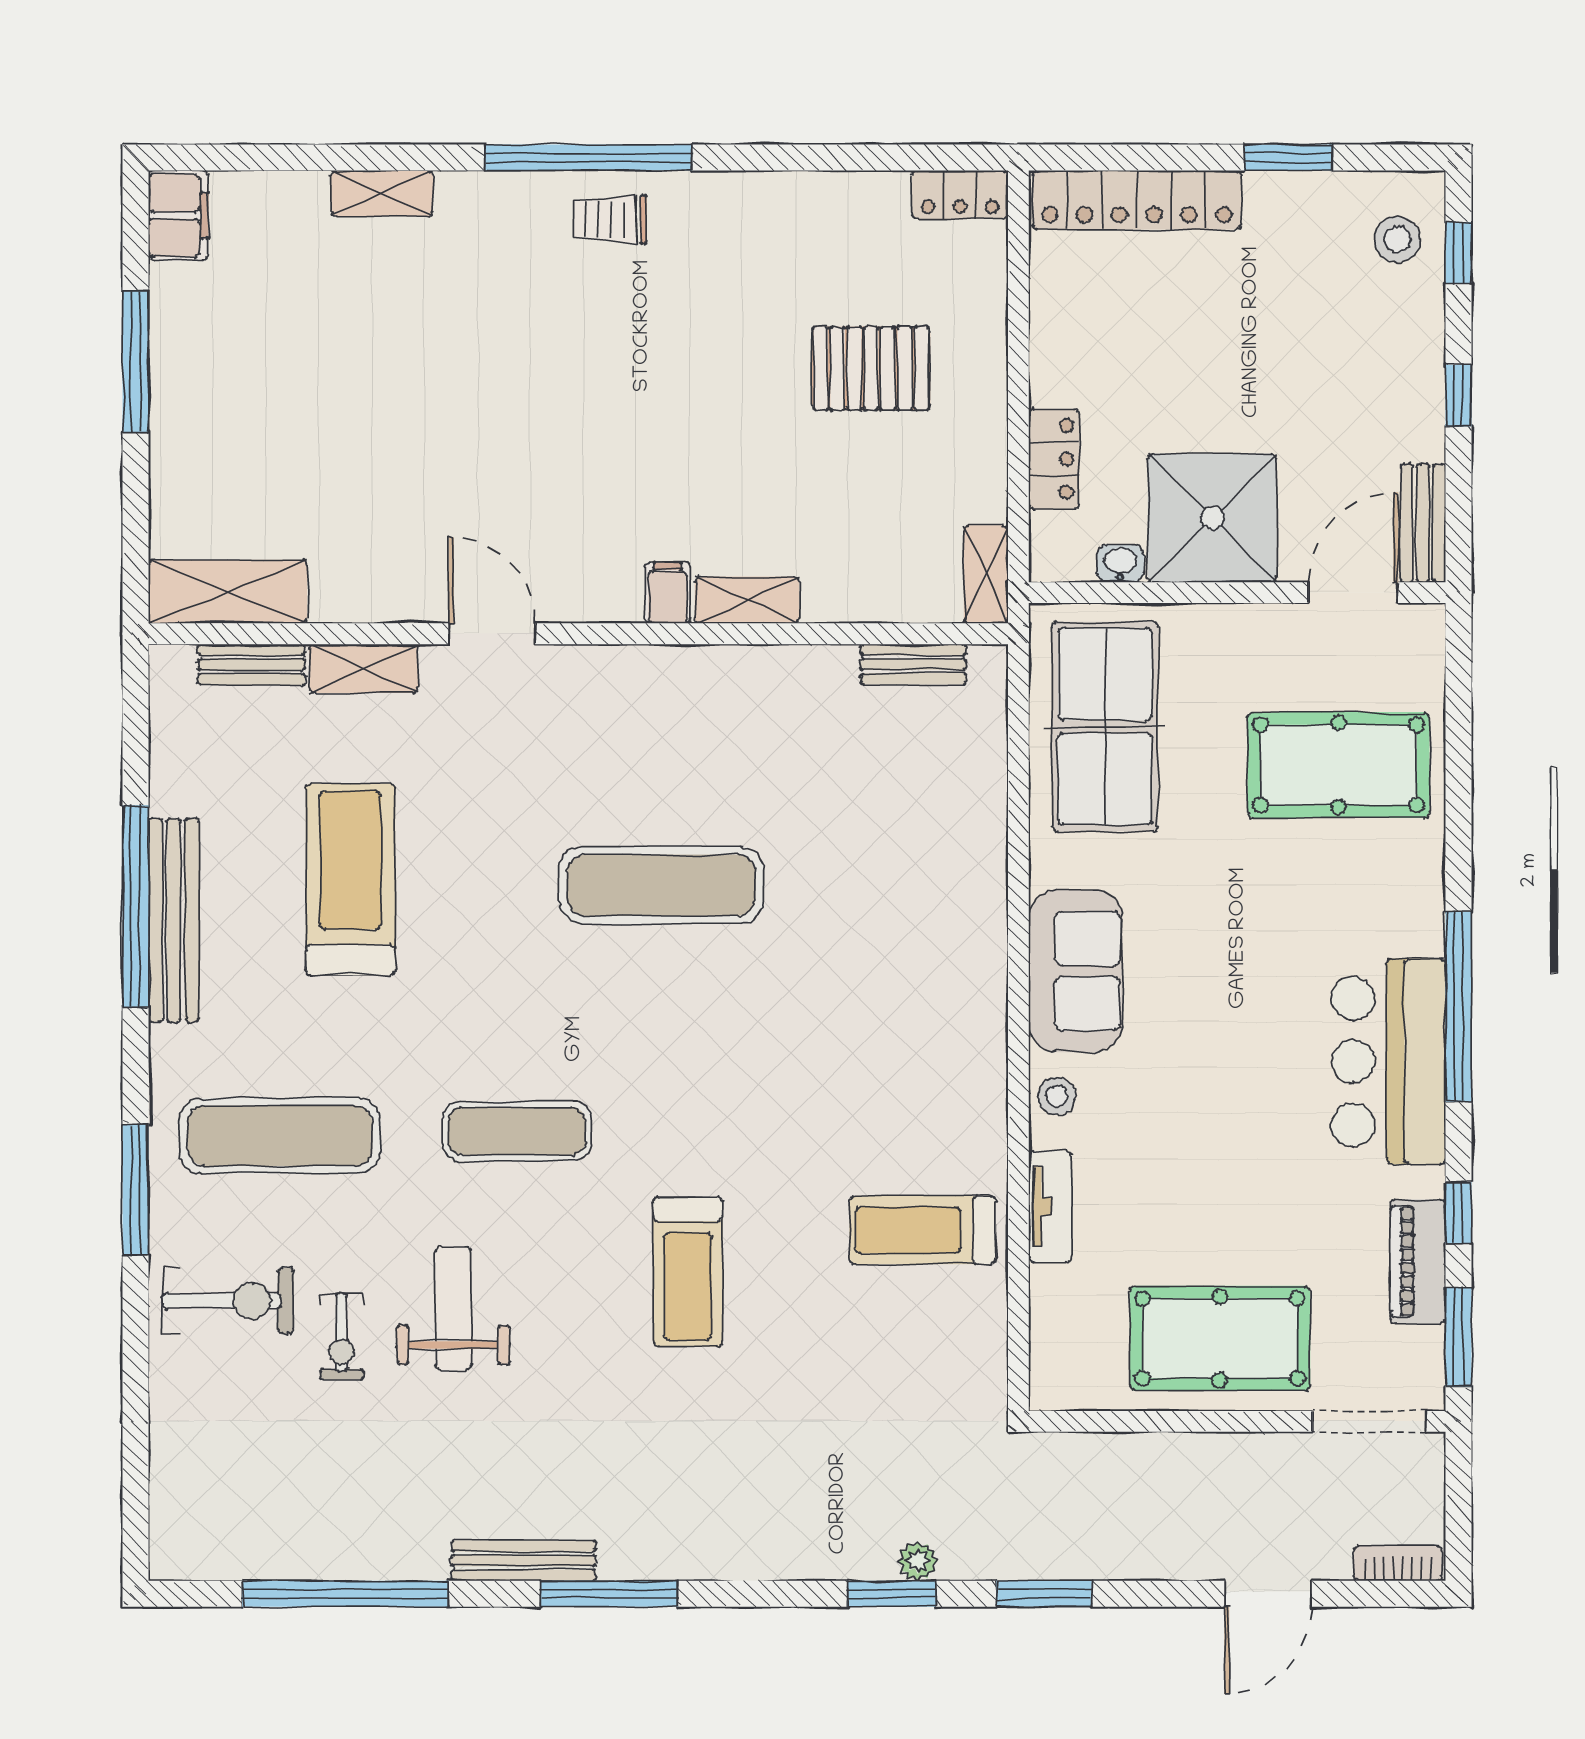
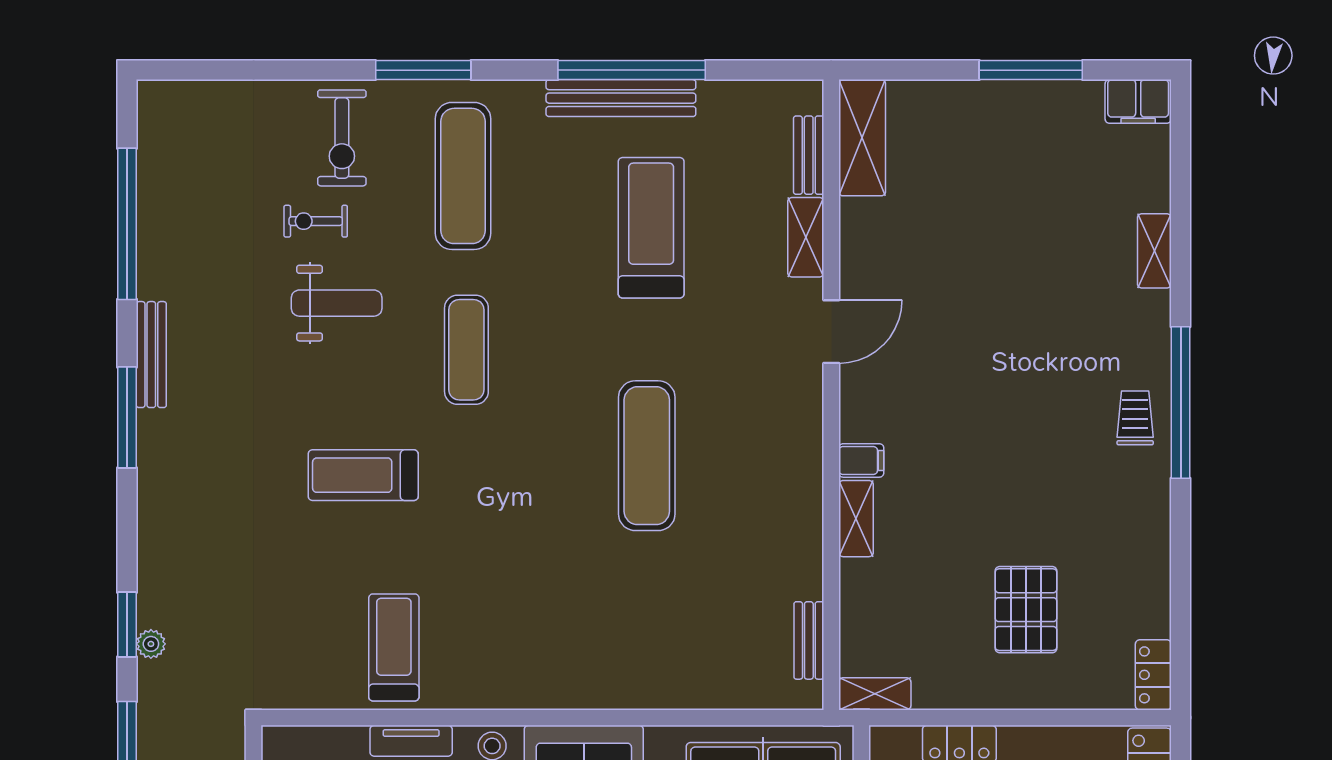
treadmill: (351, 879) -> (651, 228), turned -90

